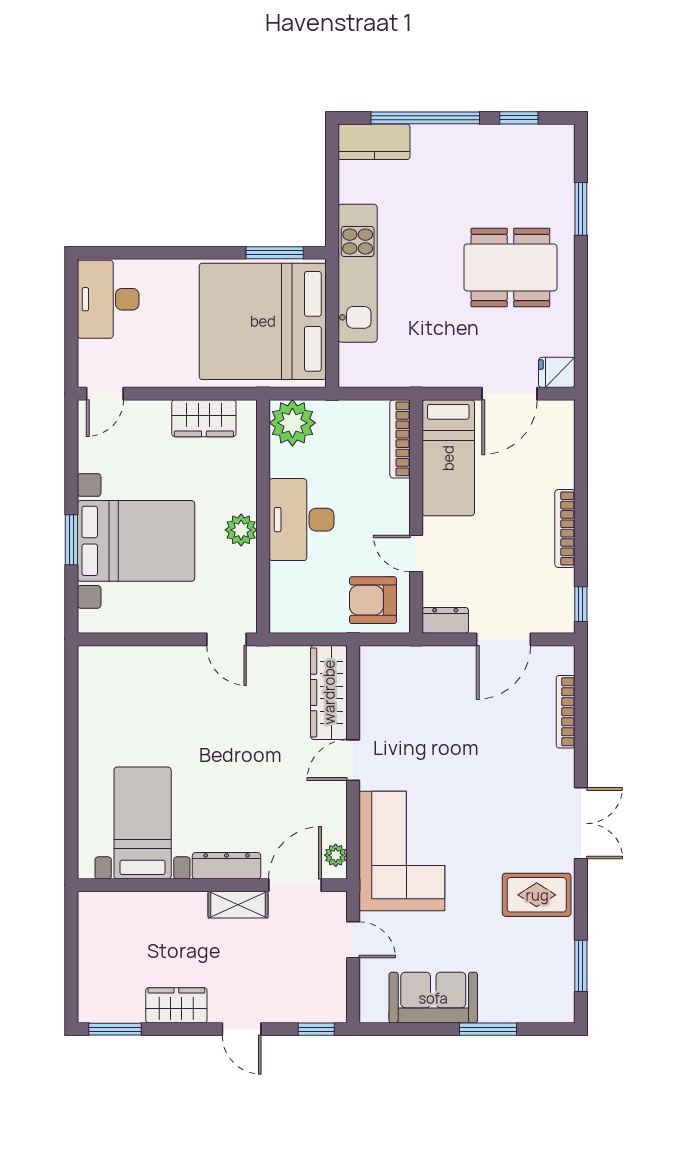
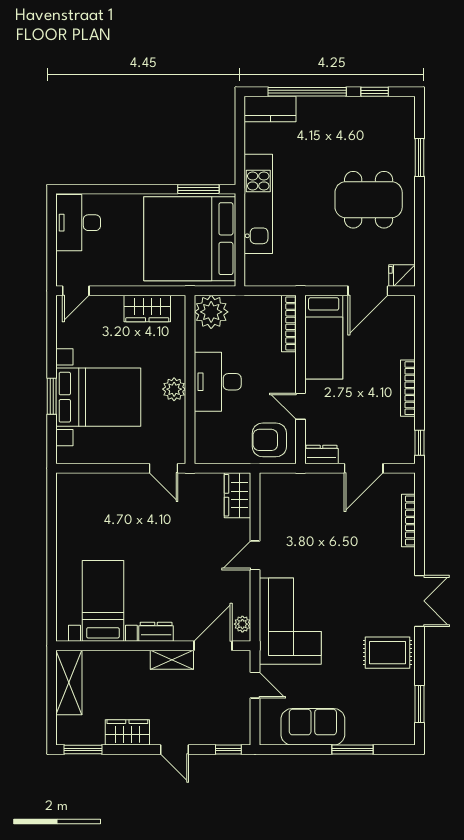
wardrobe: (329, 692) -> (238, 495), width x0.67
dresser: (227, 866) -> (156, 632), width x0.70
shelving: (95, 936) -> (69, 682), added

